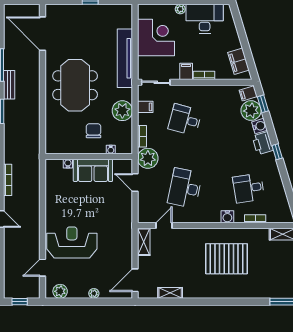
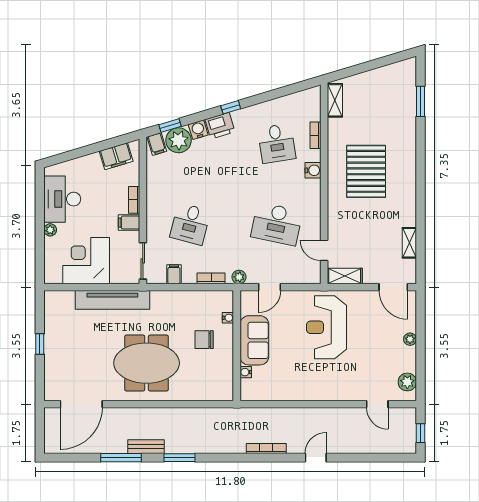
plant: (122, 111) -> (179, 303), removed
plant: (148, 158) -> (239, 277), width x0.53, depth x0.53
reception desk: (72, 243) -> (327, 327), moved

